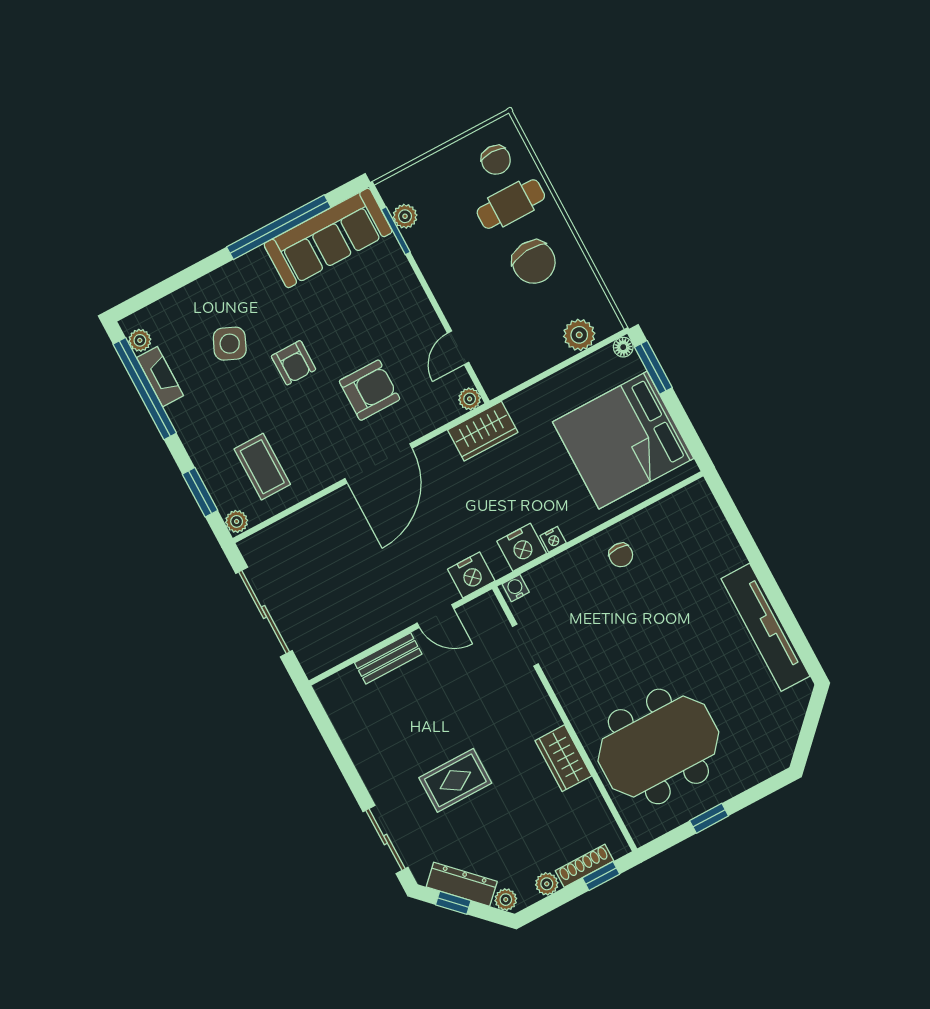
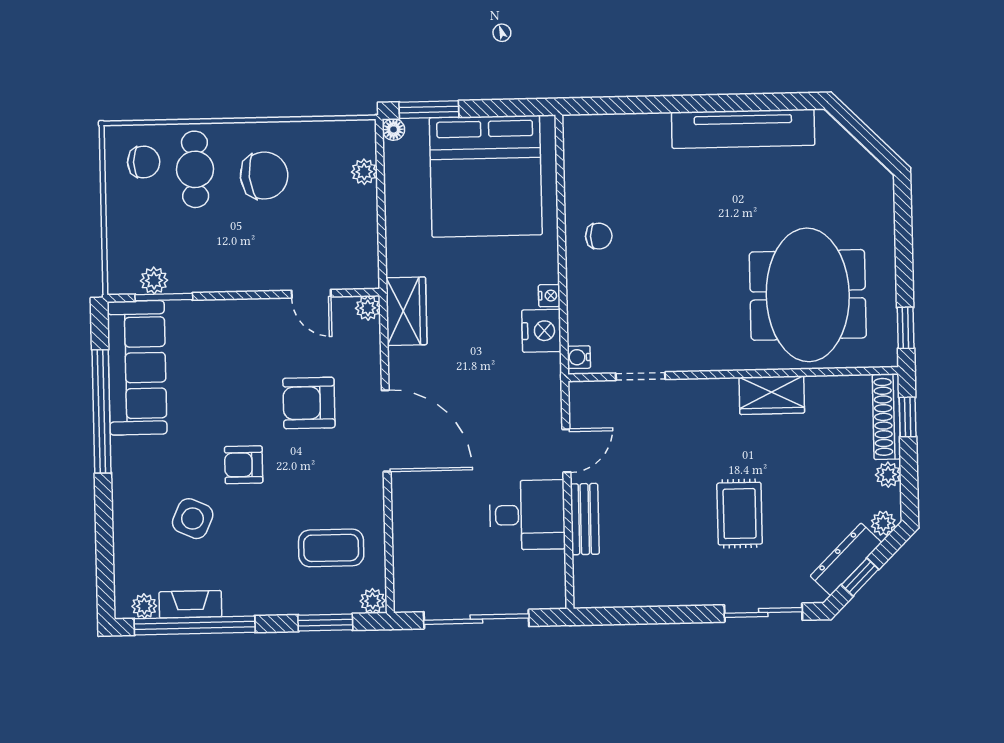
plant: (579, 335) -> (364, 172), width x0.73, depth x0.73
armchair: (294, 363) -> (244, 465), turned 180
armchair: (370, 390) -> (309, 403), turned -90
nightstand: (471, 575) -> (544, 395), removed
desk: (368, 611) -> (527, 515), added
window: (709, 818) -> (906, 328), moved
shoe rack: (585, 866) -> (886, 417), width x1.36, depth x1.24

